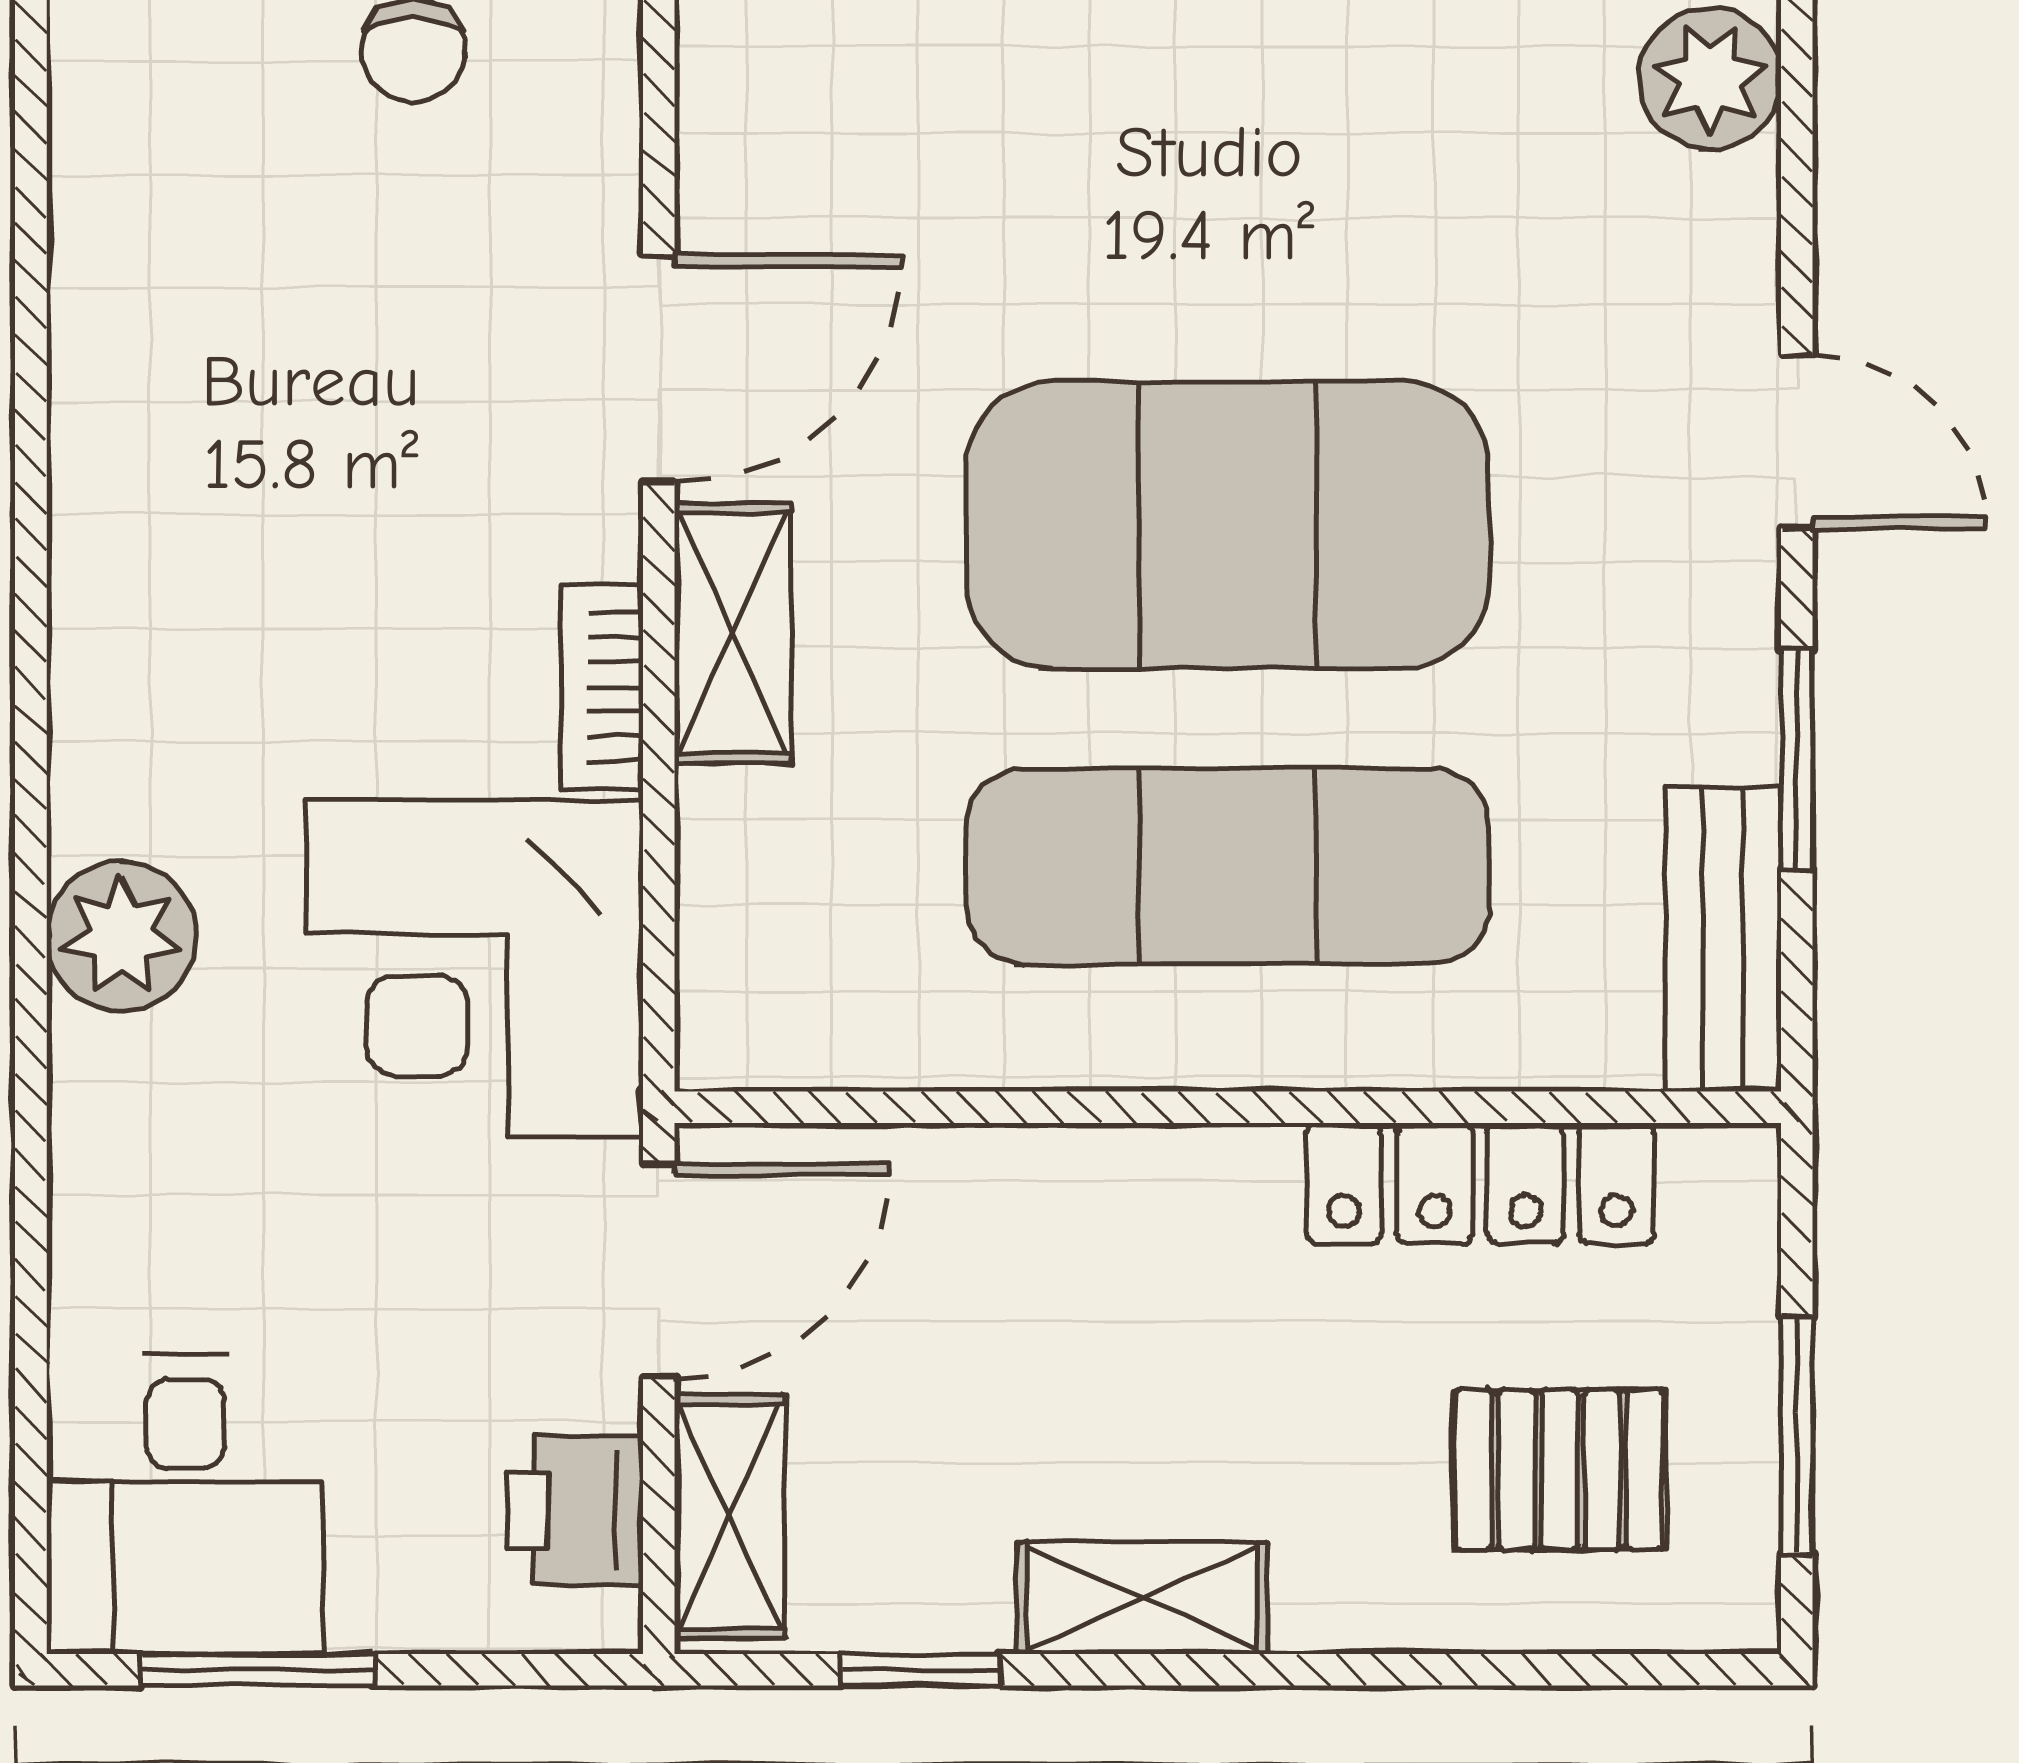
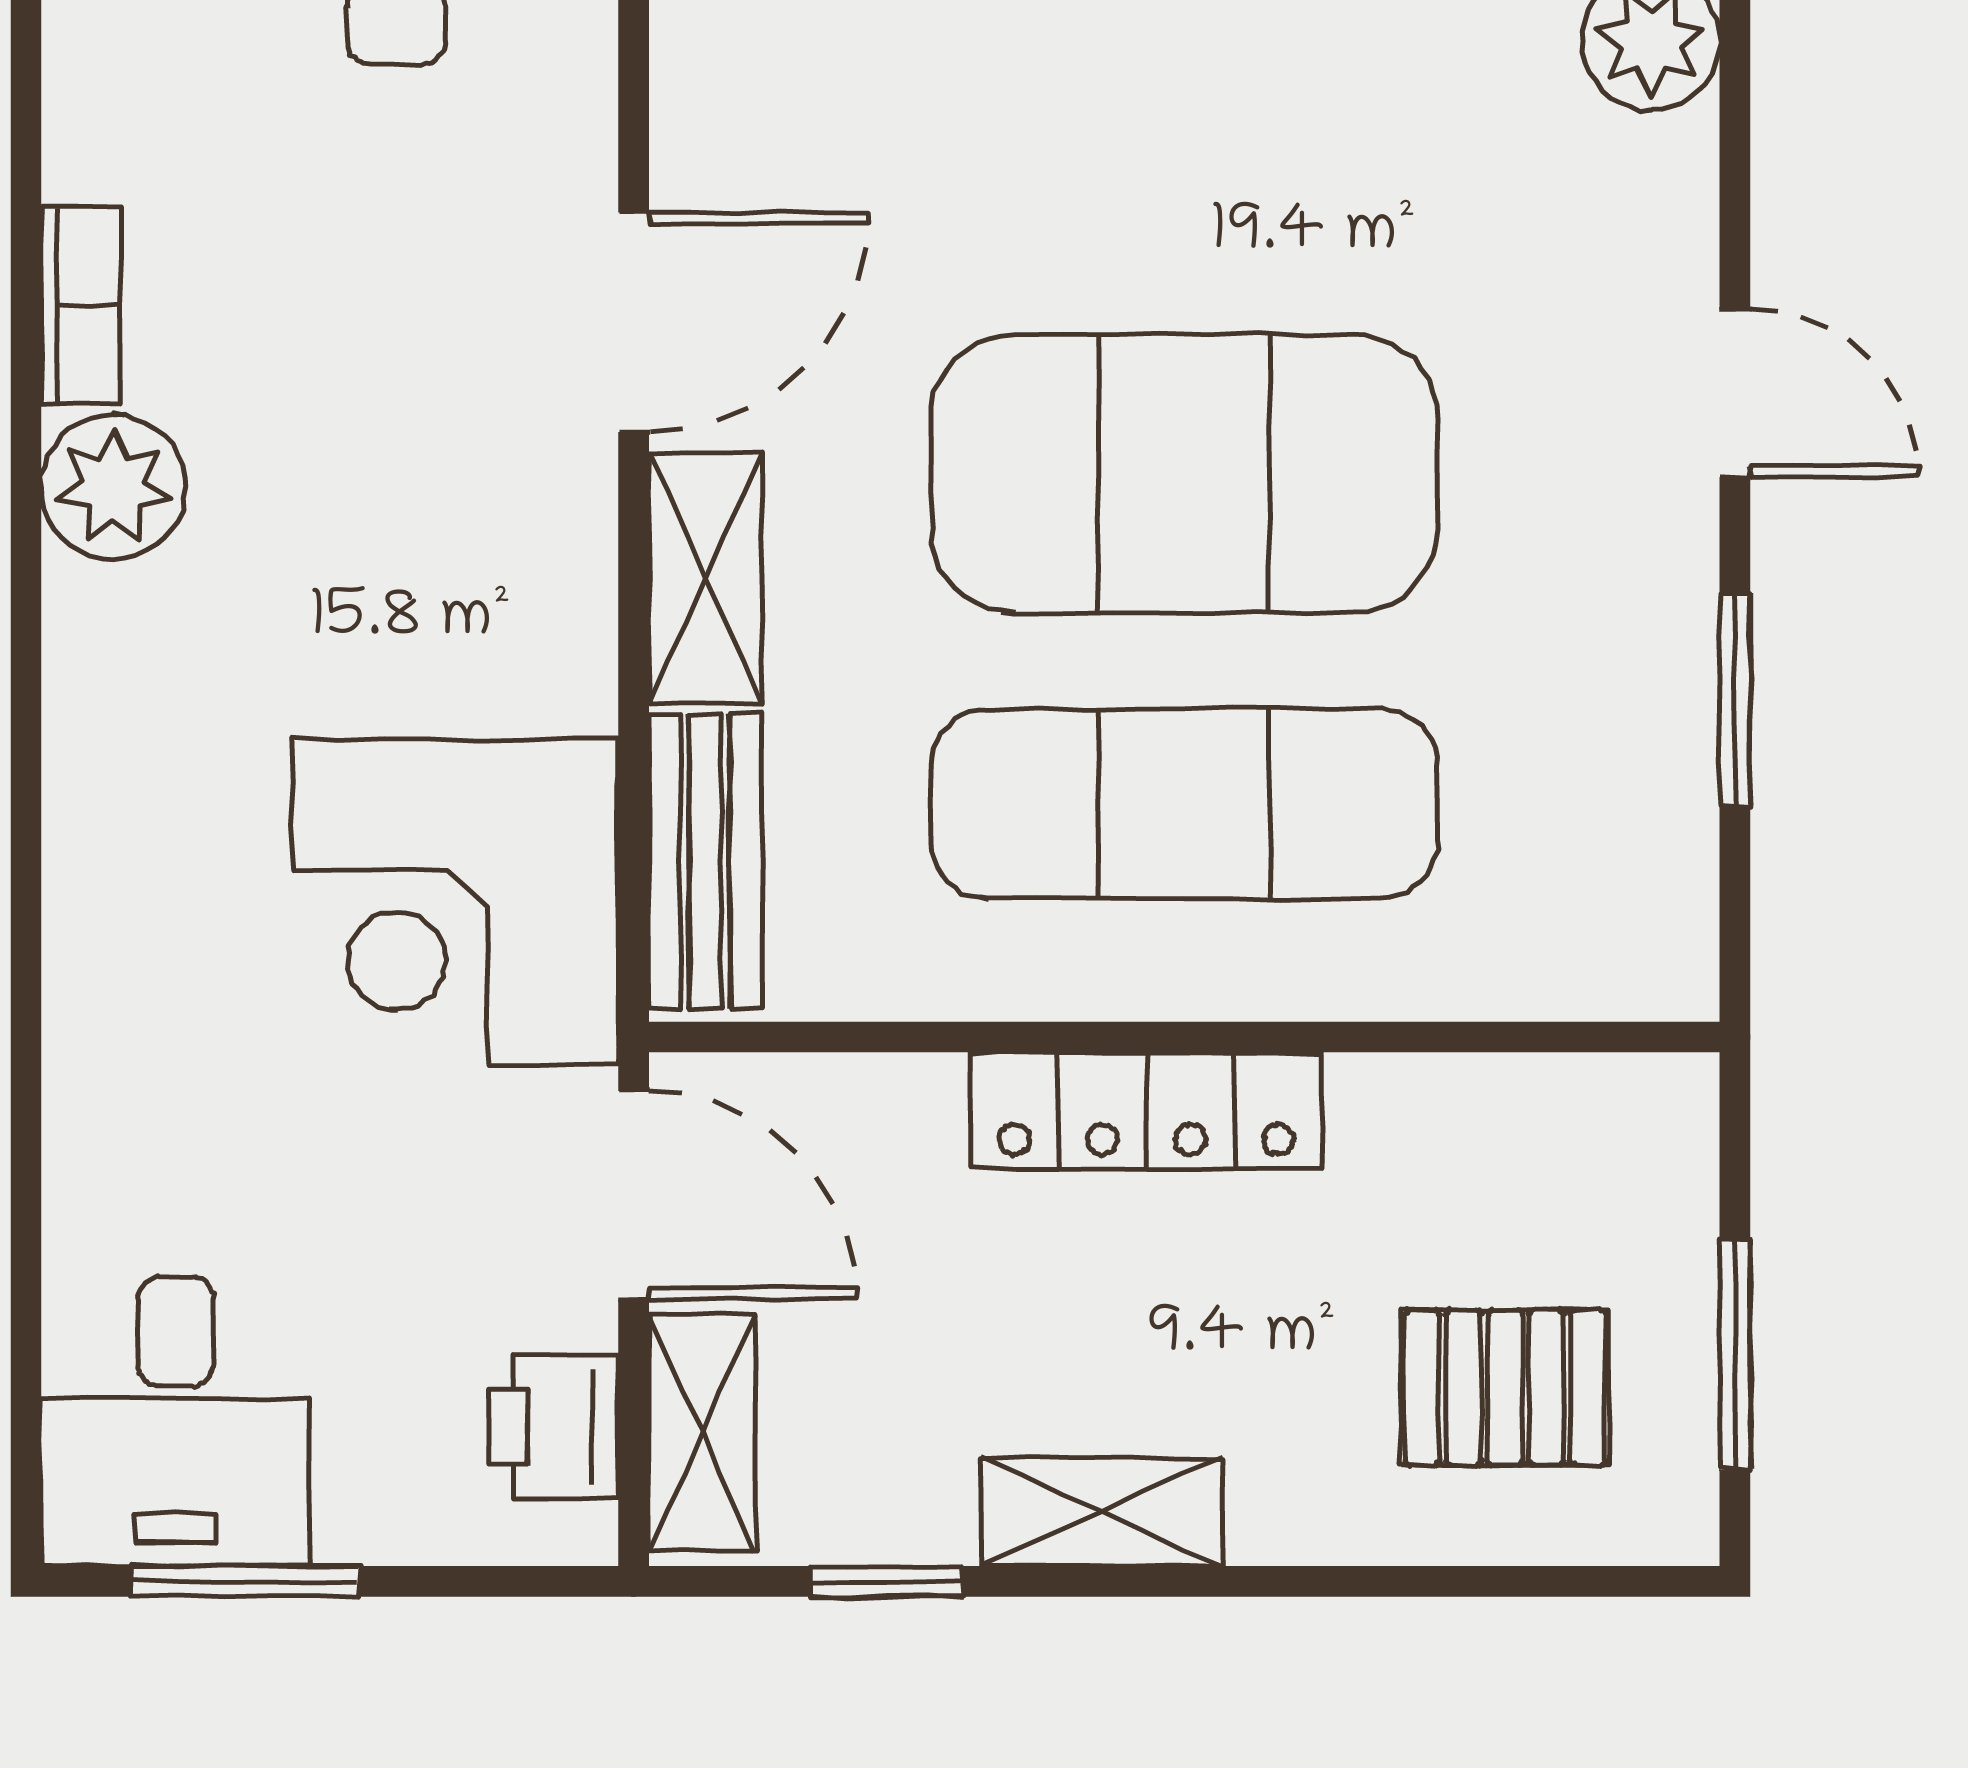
bookcase: (602, 687) -> (81, 306), moved, turned 180
plant: (121, 936) -> (114, 487), moved
bench: (1723, 939) -> (705, 861), moved
locker: (1480, 1183) -> (1147, 1110), moved
door: (659, 1271) -> (634, 1195), hinge flipped

